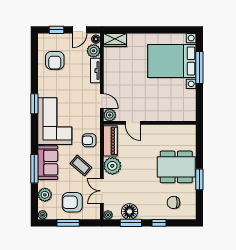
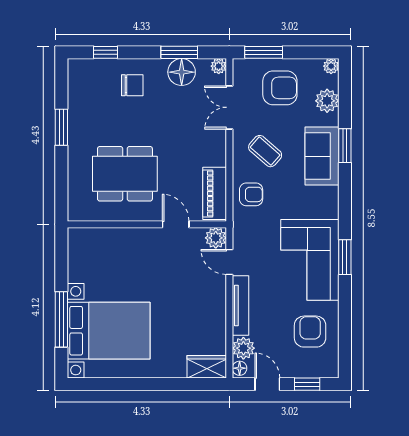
door: (80, 30) -> (267, 384), hinge flipped
tv unit: (95, 71) -> (240, 306), width x1.41
corner sofa: (55, 121) -> (310, 260), moved
plant: (112, 166) -> (211, 151), removed
dining table: (176, 167) -> (125, 174), moved
window: (34, 169) -> (345, 146), width x0.69
double door: (102, 191) -> (229, 107), swing flipped
chair: (173, 203) -> (132, 85), moved
window: (68, 223) -> (264, 52), moved
window: (159, 223) -> (105, 52), moved

